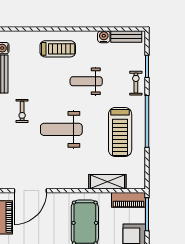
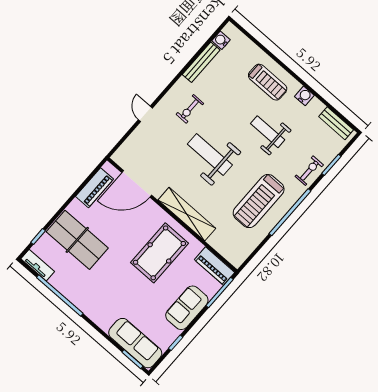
water cooler: (104, 37) -> (304, 96), moved
shelving: (107, 182) -> (187, 214), moved, width x1.47

